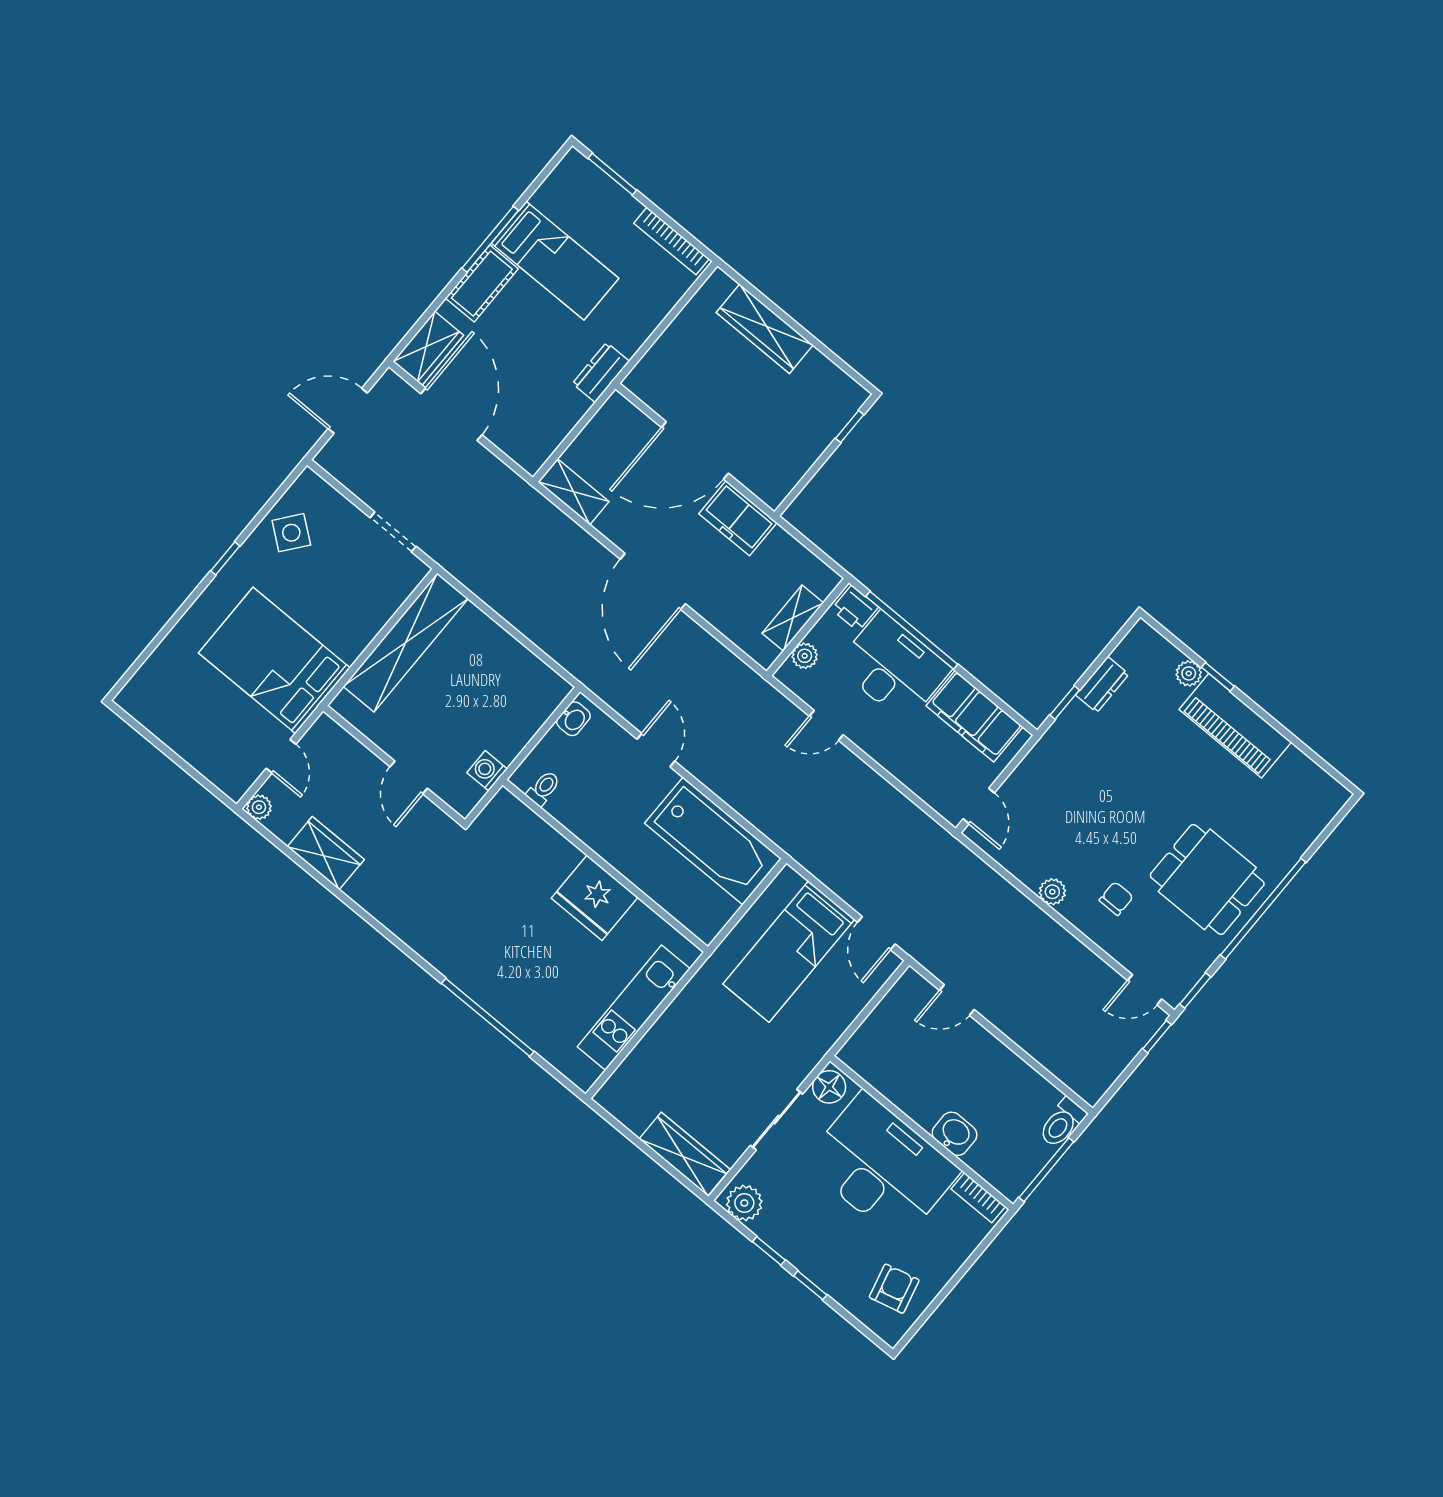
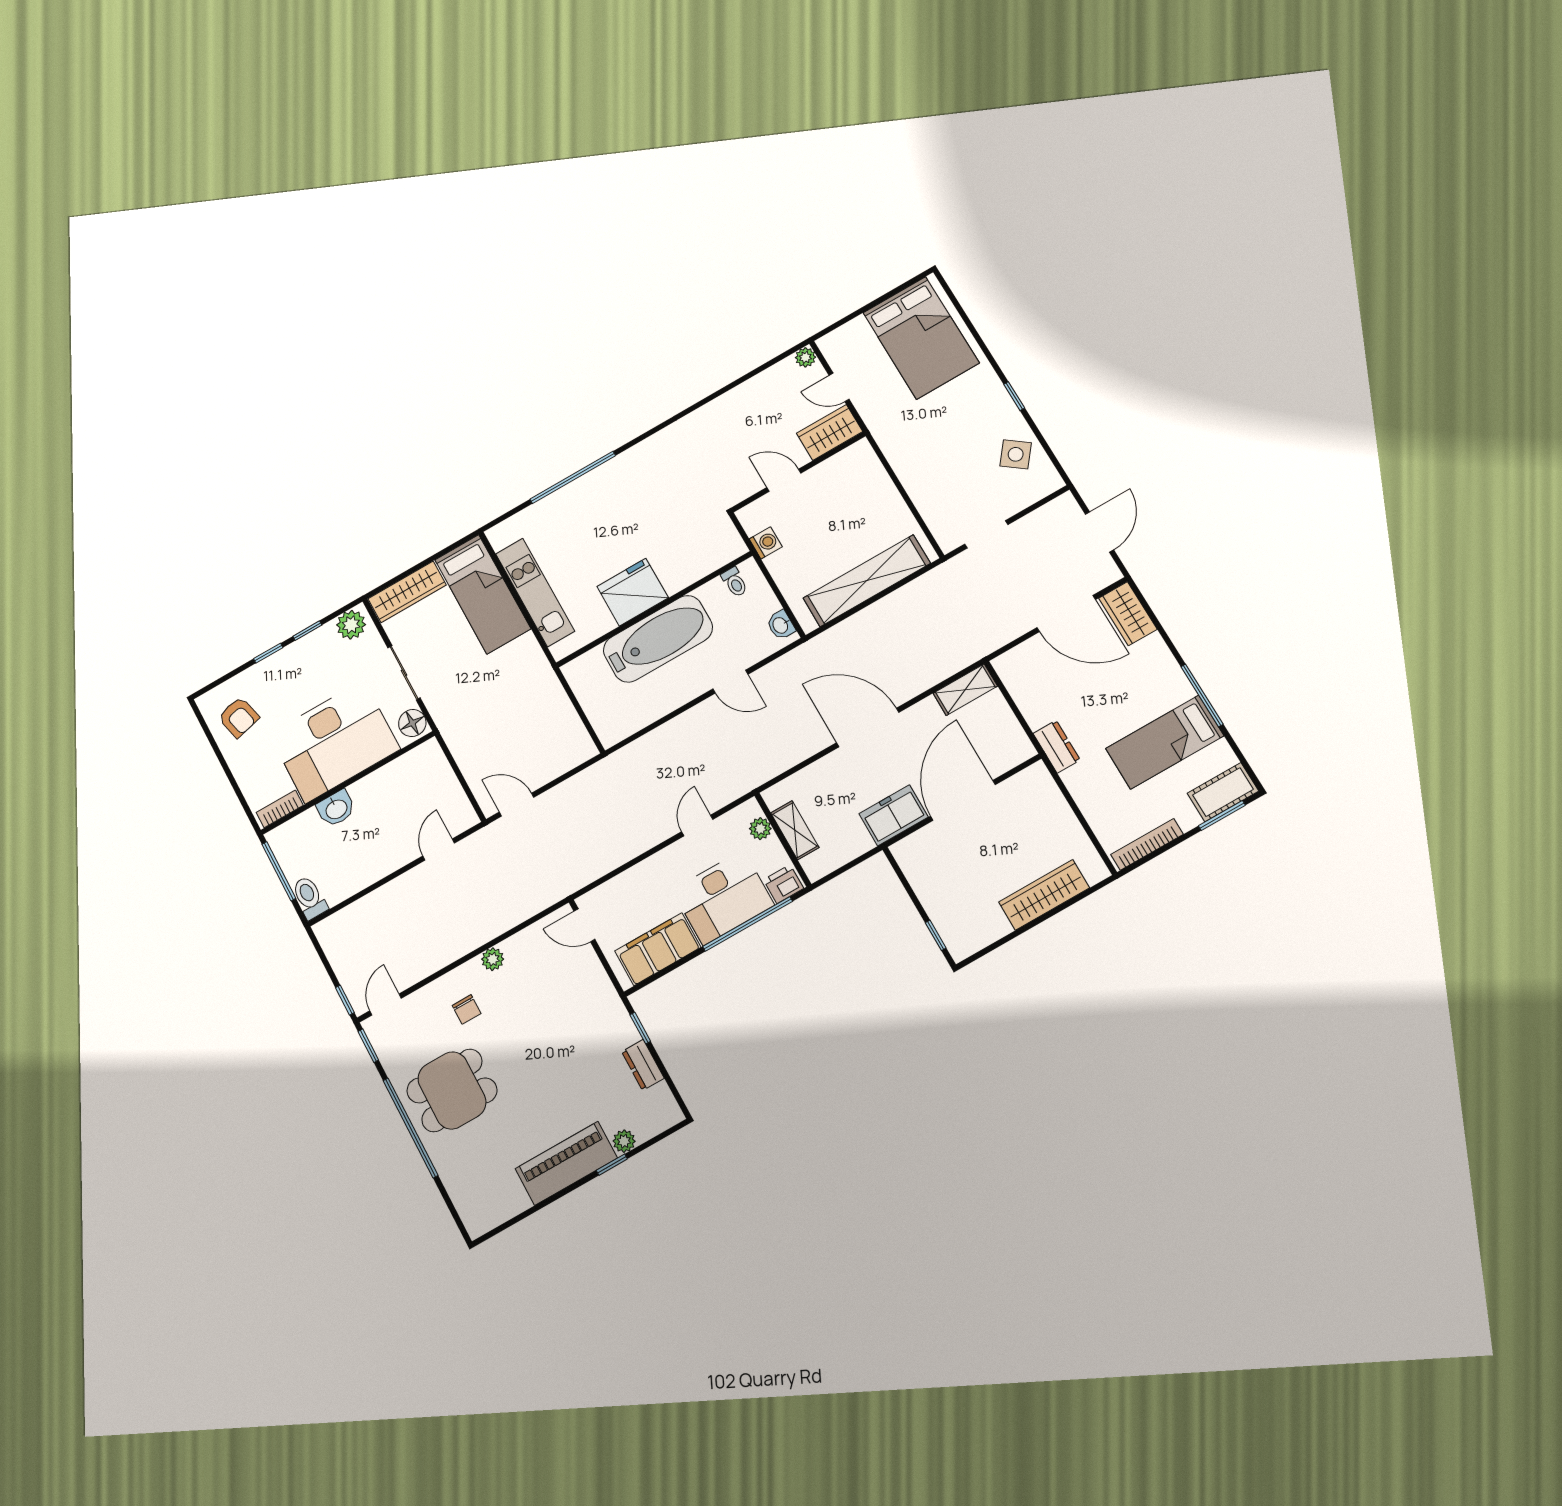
cot: (482, 284) -> (1223, 792), moved, turned 90
shelving: (406, 642) -> (867, 581), moved, turned 90
bed: (274, 660) -> (921, 338), moved, turned 90
bathtub: (713, 841) -> (658, 639), moved, turned 180
wardrobe: (326, 853) -> (830, 432), moved, turned 180
bed: (789, 952) -> (483, 594), moved, turned 180

